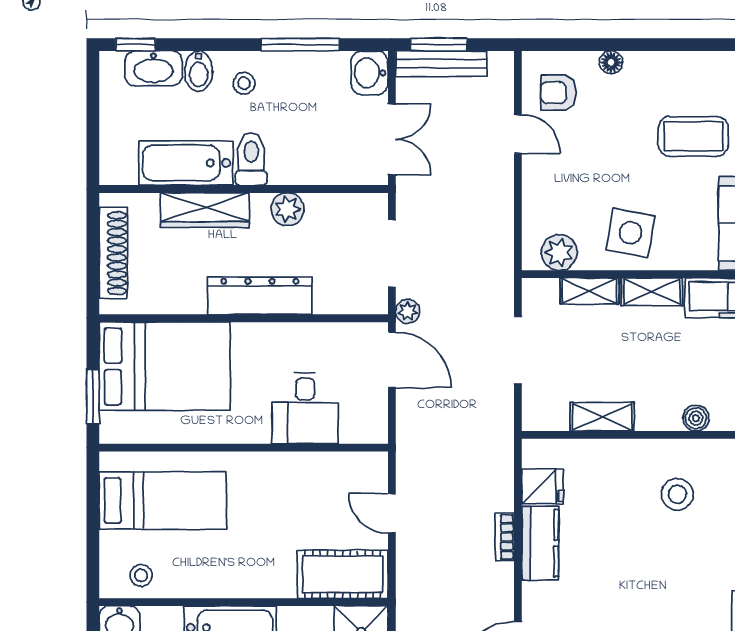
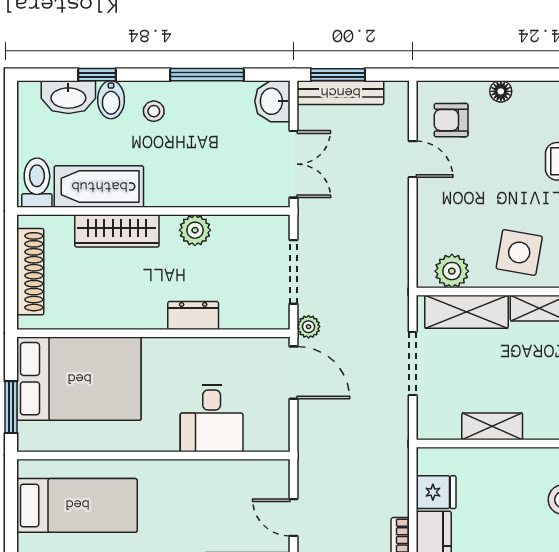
window: (136, 45) -> (97, 75), moved
toilet: (251, 159) -> (37, 183), moved
shelving: (589, 291) -> (466, 312), width x1.50, depth x1.33
dresser: (260, 296) -> (193, 316), width x0.51, depth x0.80

